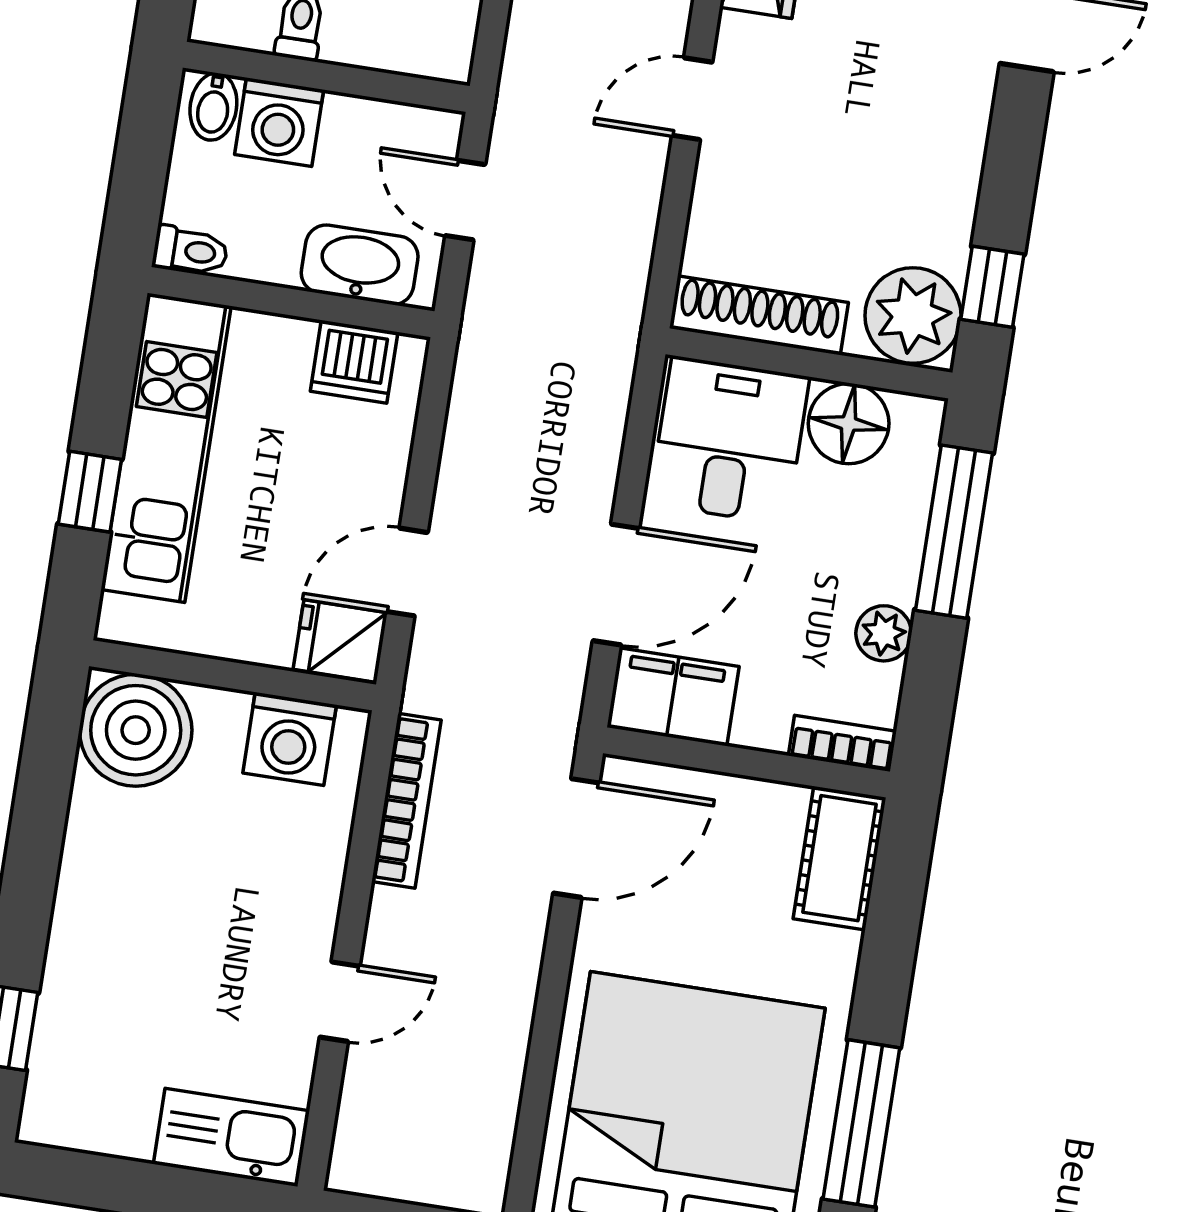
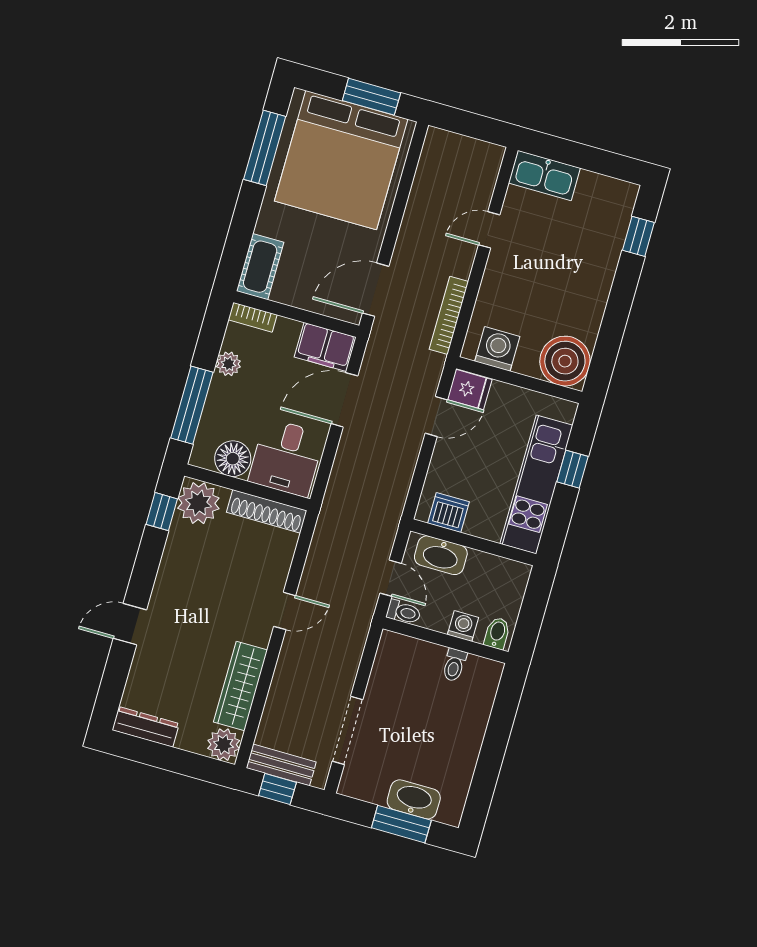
washing machine: (279, 122) -> (463, 626), width x0.73, depth x0.73
toilet: (190, 251) -> (404, 612), moved, turned 180

